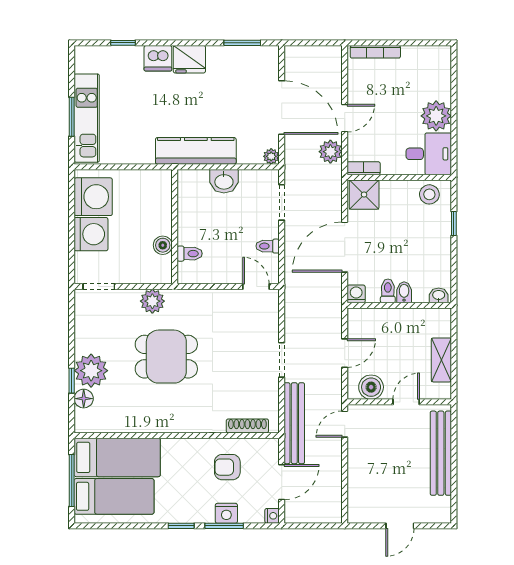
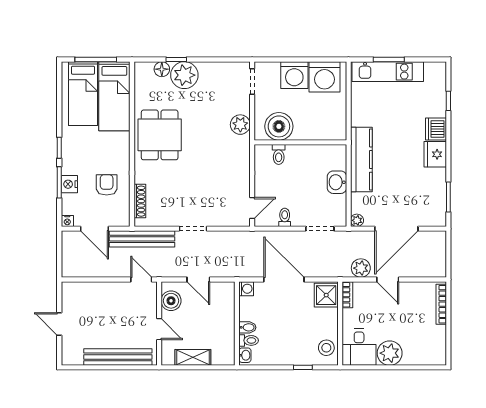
boiler: (163, 245) -> (279, 126), width x1.86, depth x1.86
toilet: (388, 291) -> (249, 340), moved
dining table: (166, 357) -> (160, 135), moved

